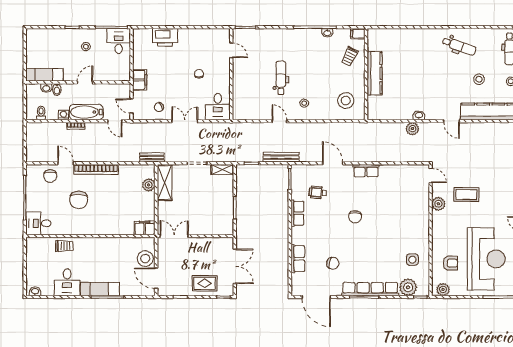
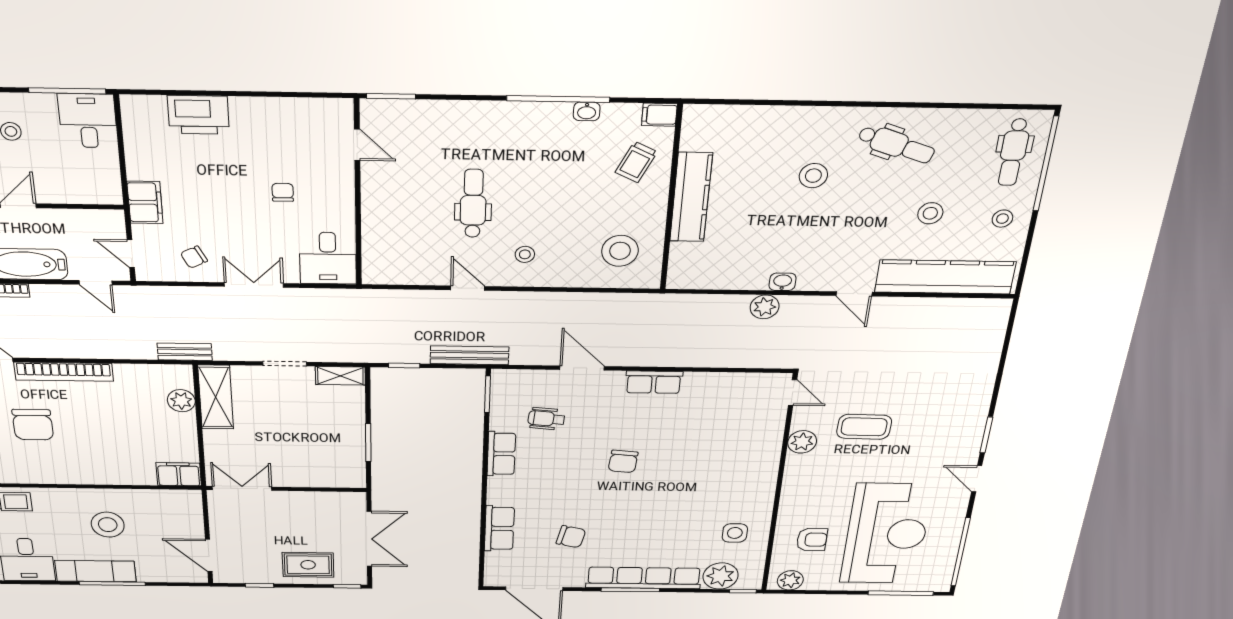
stool: (426, 62) -> (813, 176), added
stool: (145, 259) -> (108, 525), moved

